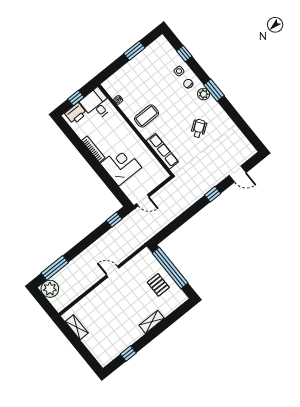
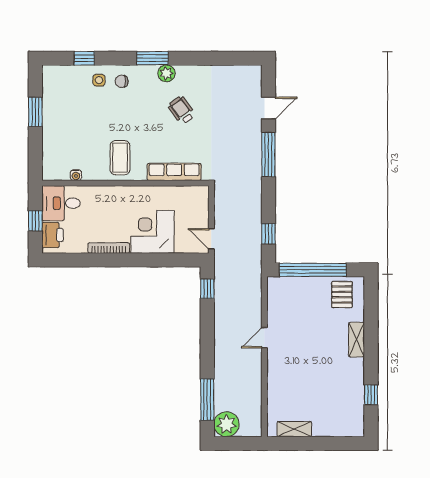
plant: (204, 94) -> (167, 73), moved
window: (213, 194) -> (268, 155), width x2.17
door: (143, 200) -> (211, 239), swing flipped
window: (170, 229) -> (268, 234), added
pallet: (158, 285) -> (342, 295), moved, turned 90

